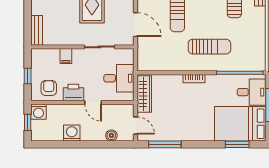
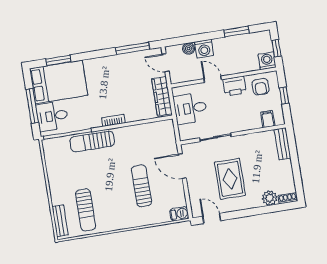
sun lounger: (209, 47) -> (92, 142), moved
filing cabinet: (66, 56) -> (268, 119), moved
washing machine: (72, 133) -> (204, 49), moved
window: (63, 144) -> (236, 32), added

